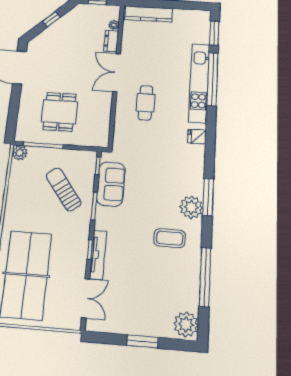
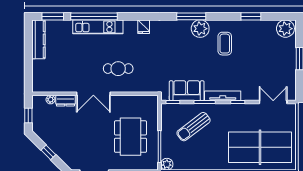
kitchen counter: (149, 14) -> (38, 39), moved
kitchen unit: (199, 83) -> (98, 27), width x0.73
dining table: (60, 112) -> (131, 137), width x1.38
tv unit: (98, 255) -> (223, 96), moved
window: (205, 277) -> (251, 16), width x0.47

